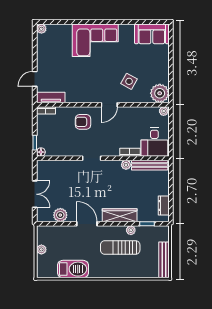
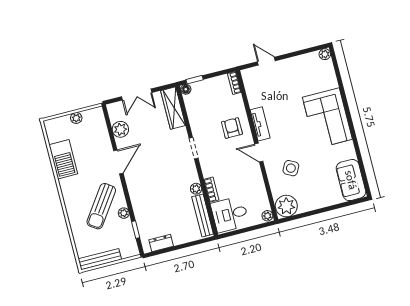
tv unit: (51, 98) -> (260, 124), moved
wardrobe: (120, 215) -> (173, 108), moved, turned 180
sun lounger: (120, 247) -> (101, 206), turned -145

